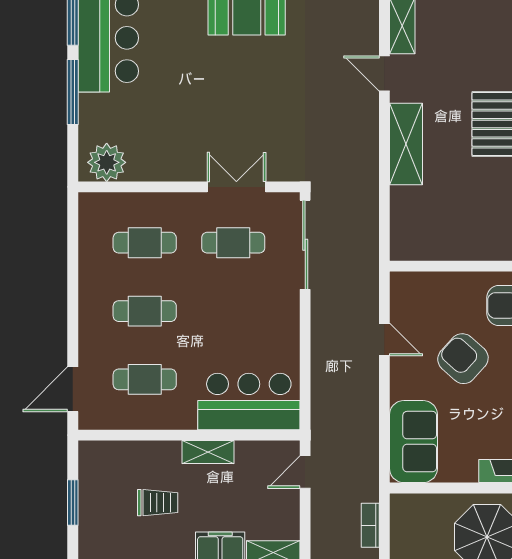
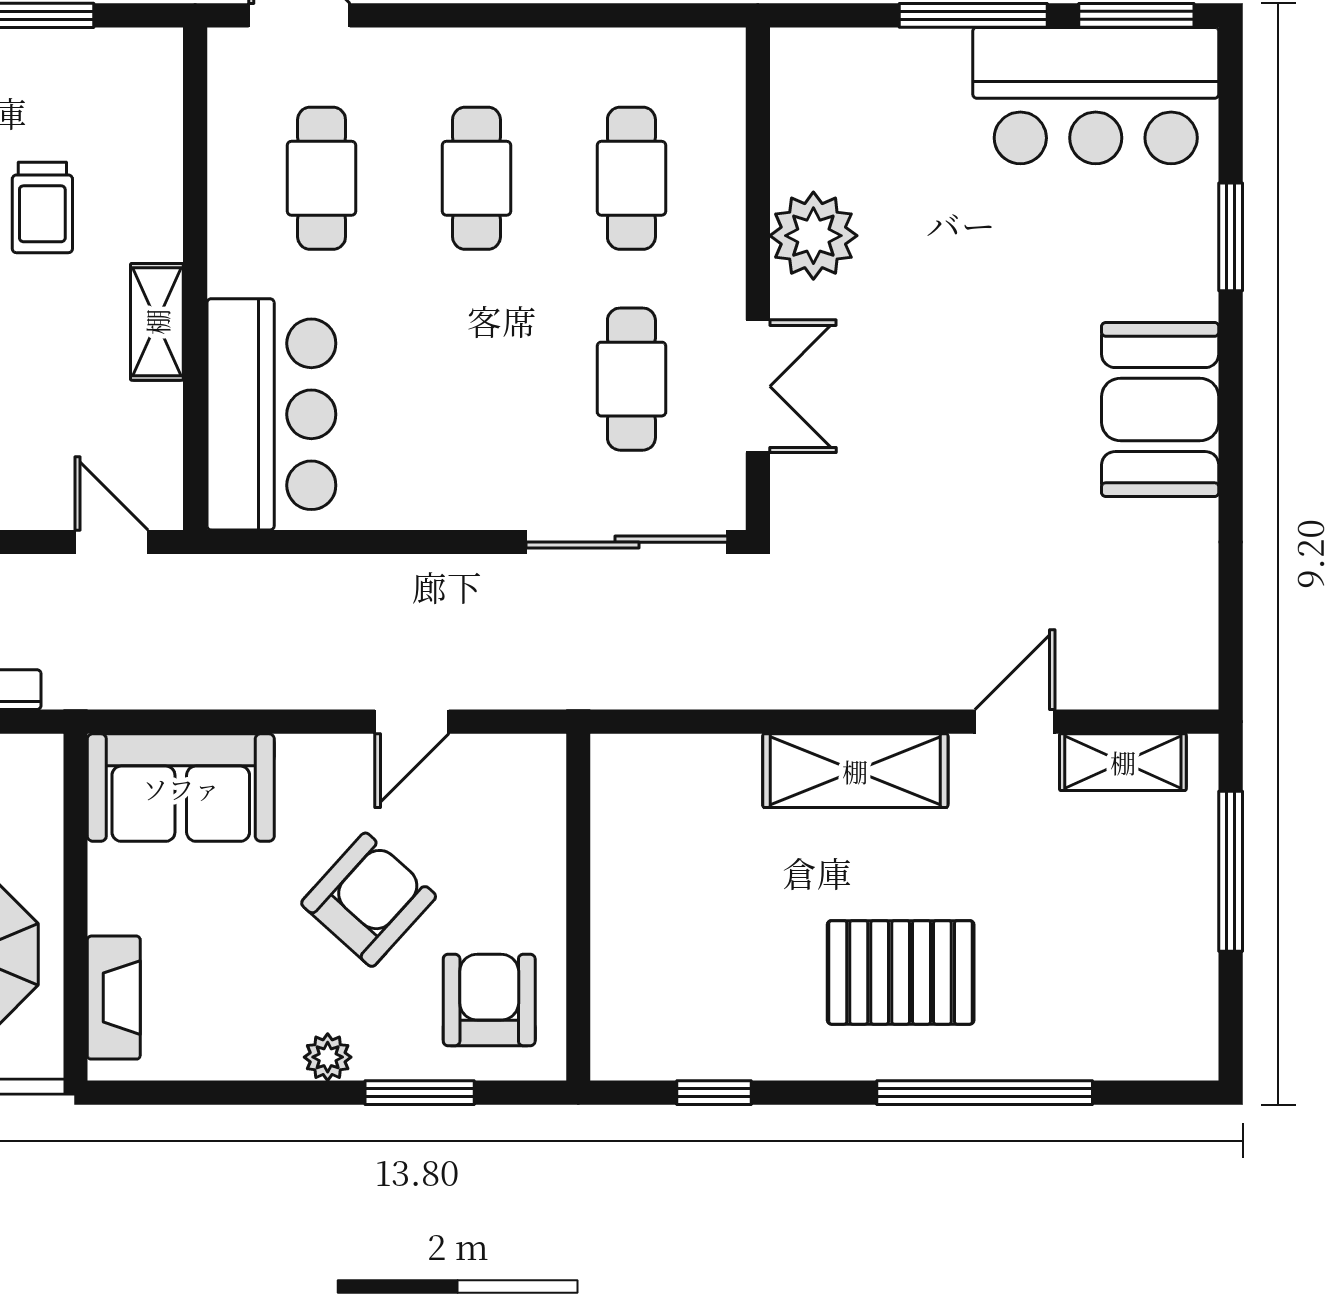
plant: (107, 162) -> (813, 236), moved

